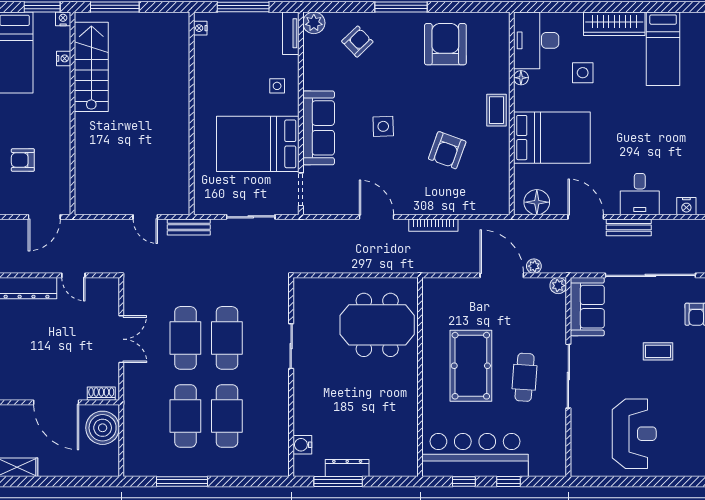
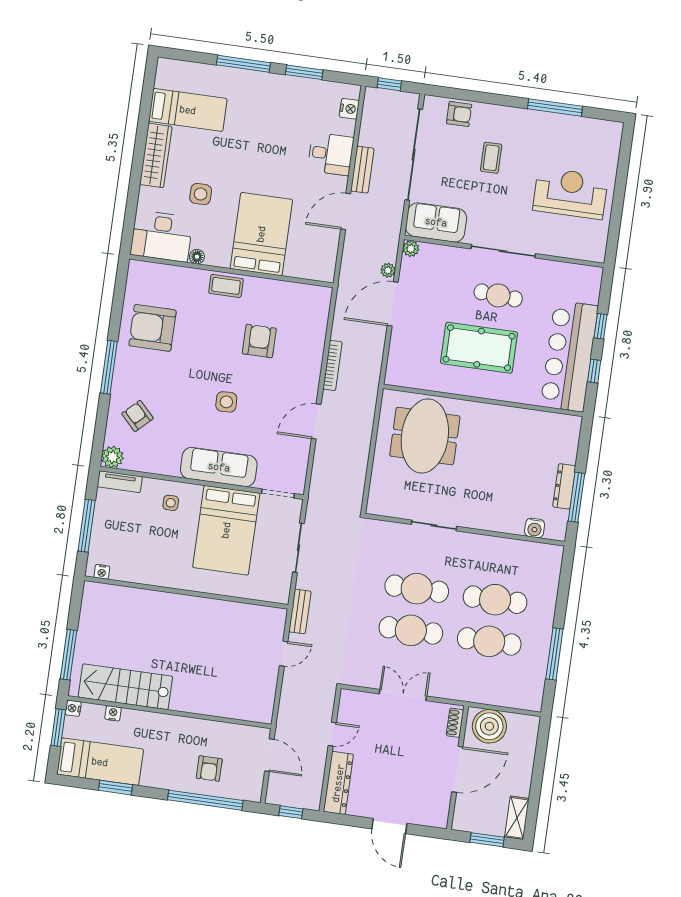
armchair: (447, 150) -> (259, 341), turned -110
floor lamp: (537, 202) -> (324, 258), removed

